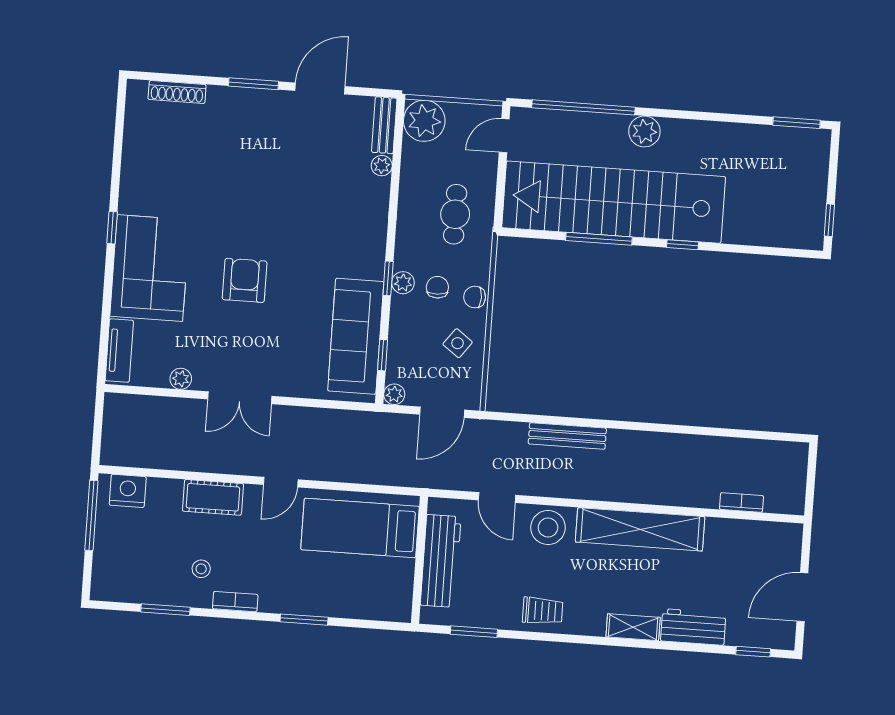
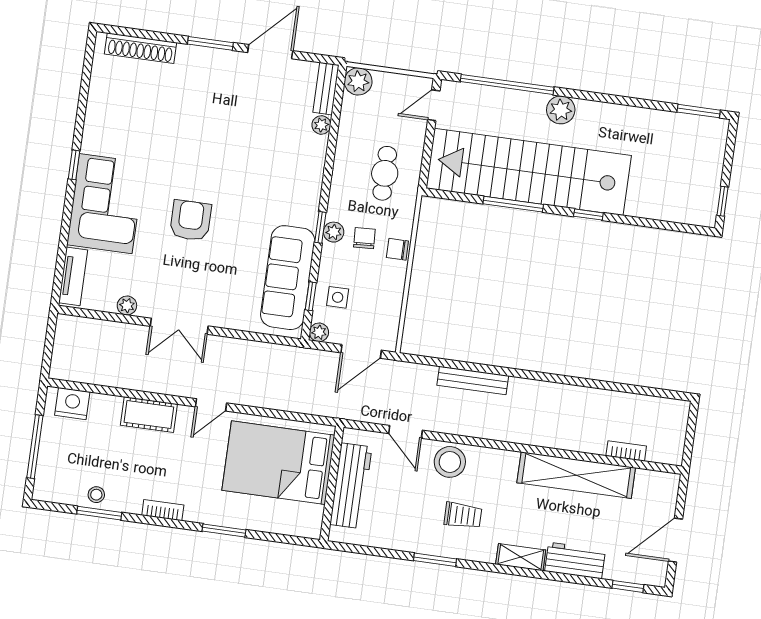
shoe rack: (177, 92) -> (141, 48), width x1.36, depth x1.24
plant: (424, 121) -> (358, 81), width x0.73, depth x0.73
side table: (458, 343) -> (338, 297), moved, turned -37
window: (91, 515) -> (35, 447), moved
bed: (360, 528) -> (278, 463), width x1.50
shelving: (640, 529) -> (576, 475), moved
stool: (201, 569) -> (96, 495), moved
trolley: (543, 611) -> (463, 515), moved
window: (474, 632) -> (435, 560), moved

